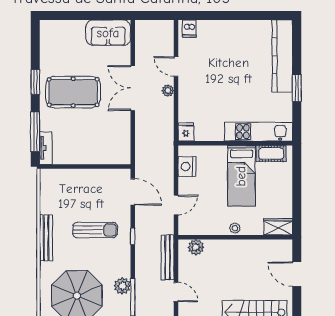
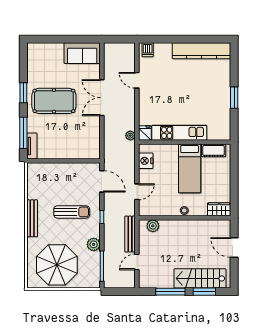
kitchen counter: (282, 56) -> (201, 51), moved, turned -90
plant: (168, 90) -> (130, 136), moved
kitchen unit: (258, 132) -> (179, 133), moved
plant: (122, 286) -> (94, 244), moved
door: (176, 292) -> (137, 262), swing flipped

